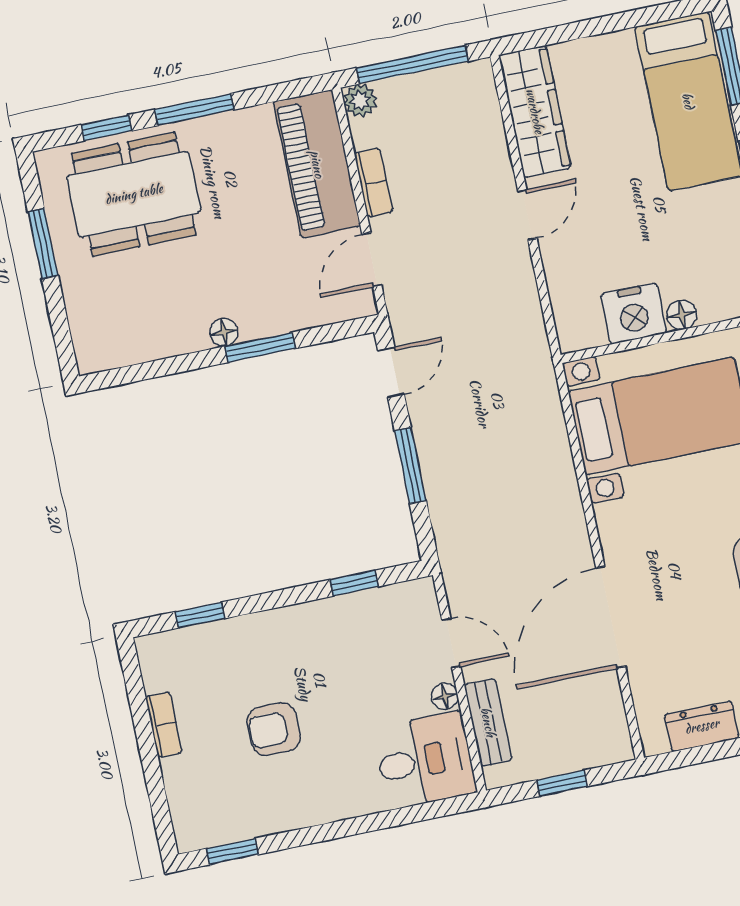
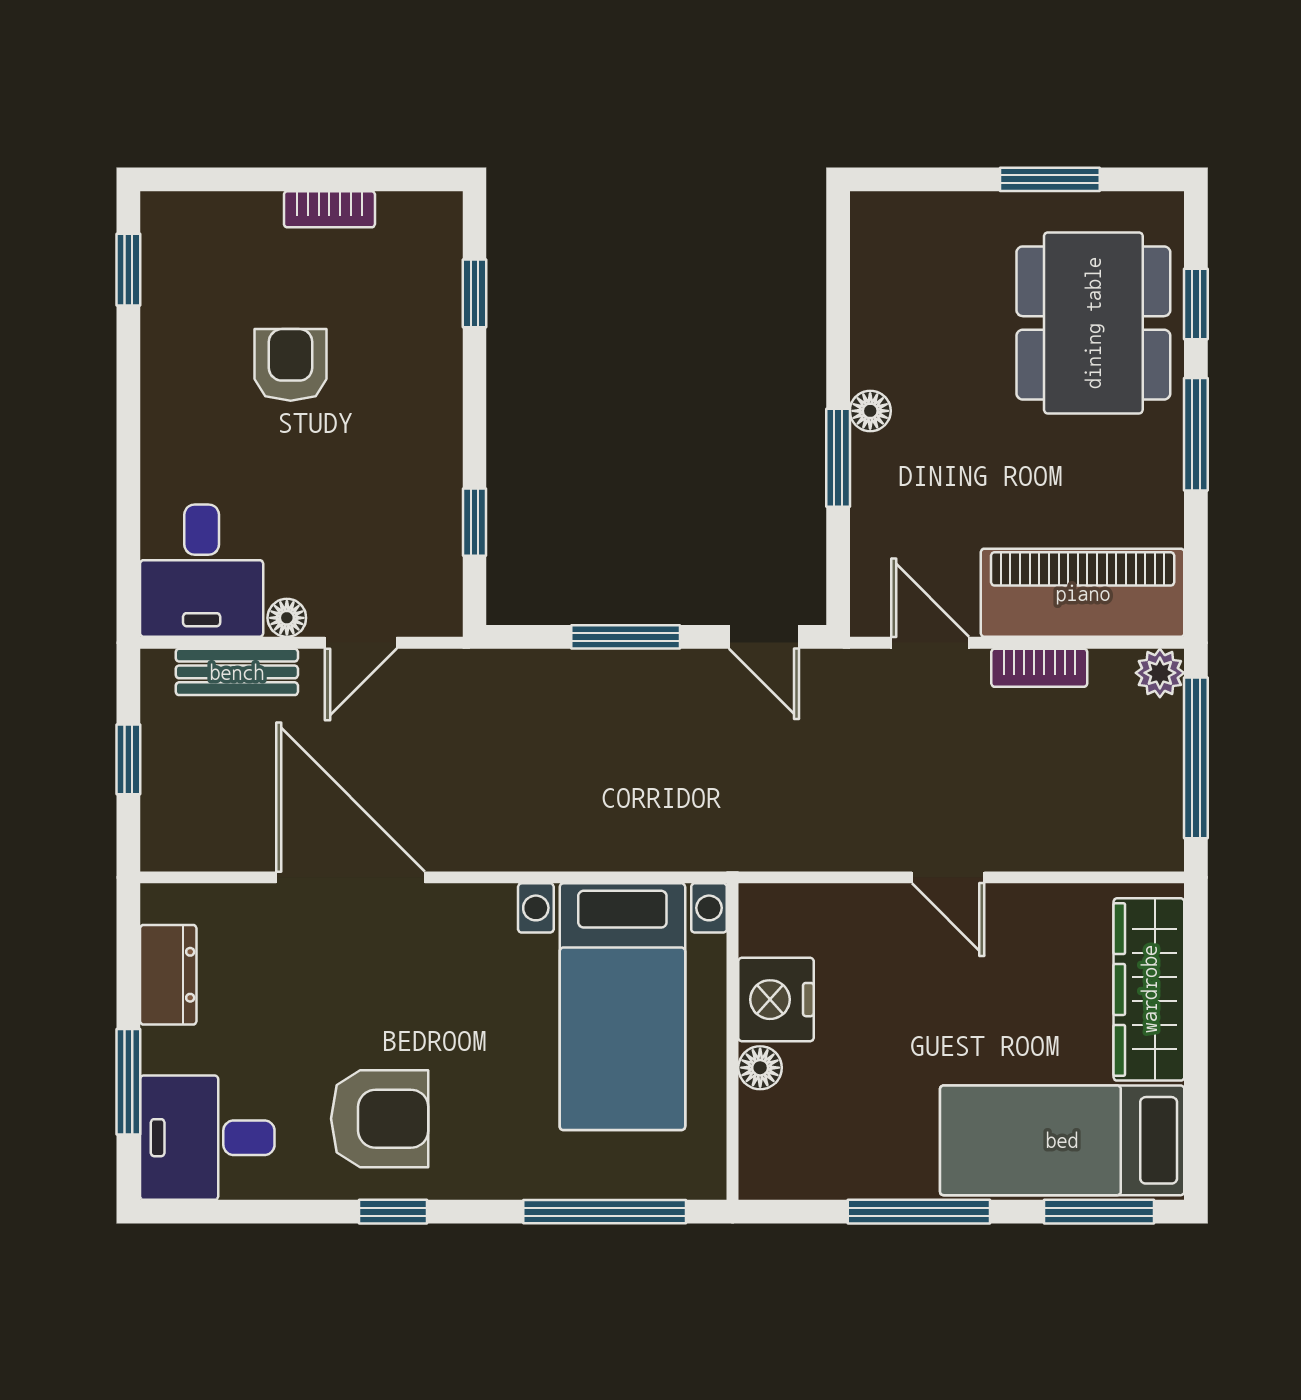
wardrobe: (535, 111) -> (1149, 989), moved, turned 90

